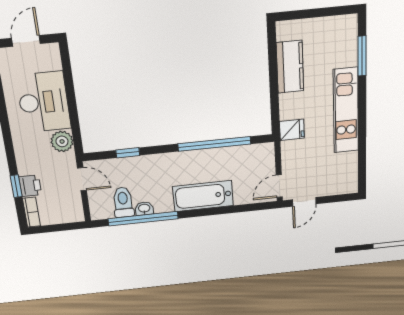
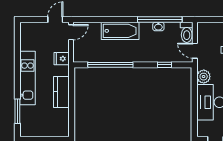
kitchen counter: (290, 67) -> (61, 92), moved
fridge: (292, 130) -> (62, 59), moved
toilet: (123, 202) -> (187, 32), moved

